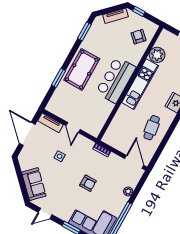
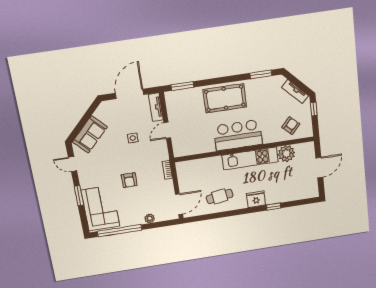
window: (59, 78) -> (182, 86), moved

